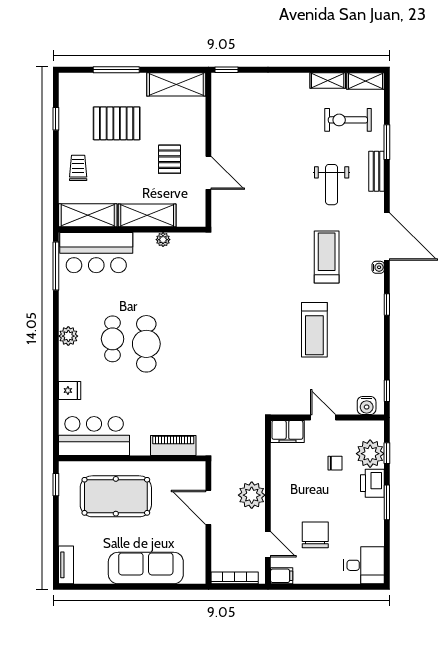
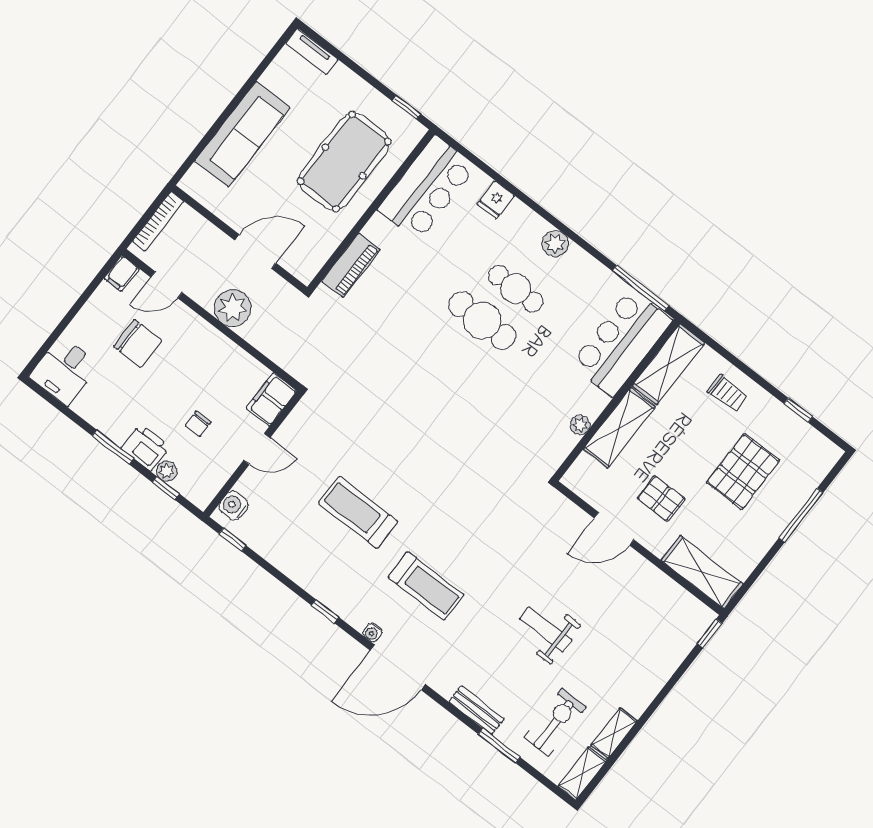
shelving: (176, 84) -> (702, 572), moved, turned 90
weight bench: (332, 185) -> (546, 629), moved
plant: (370, 454) -> (167, 471), width x0.53, depth x0.53

